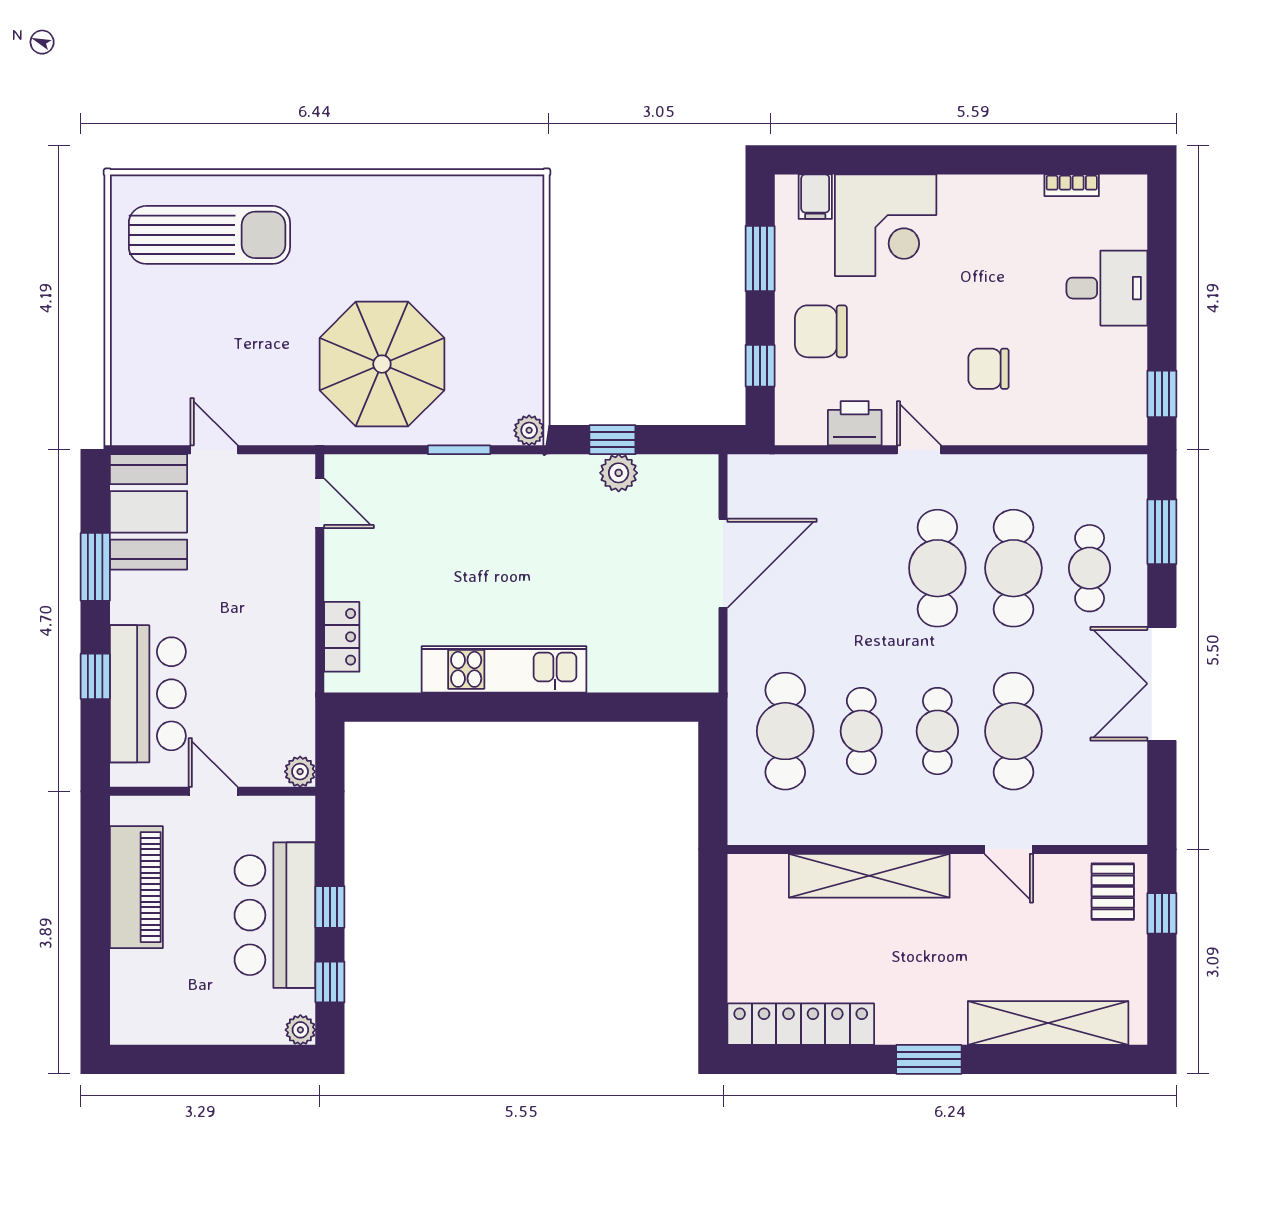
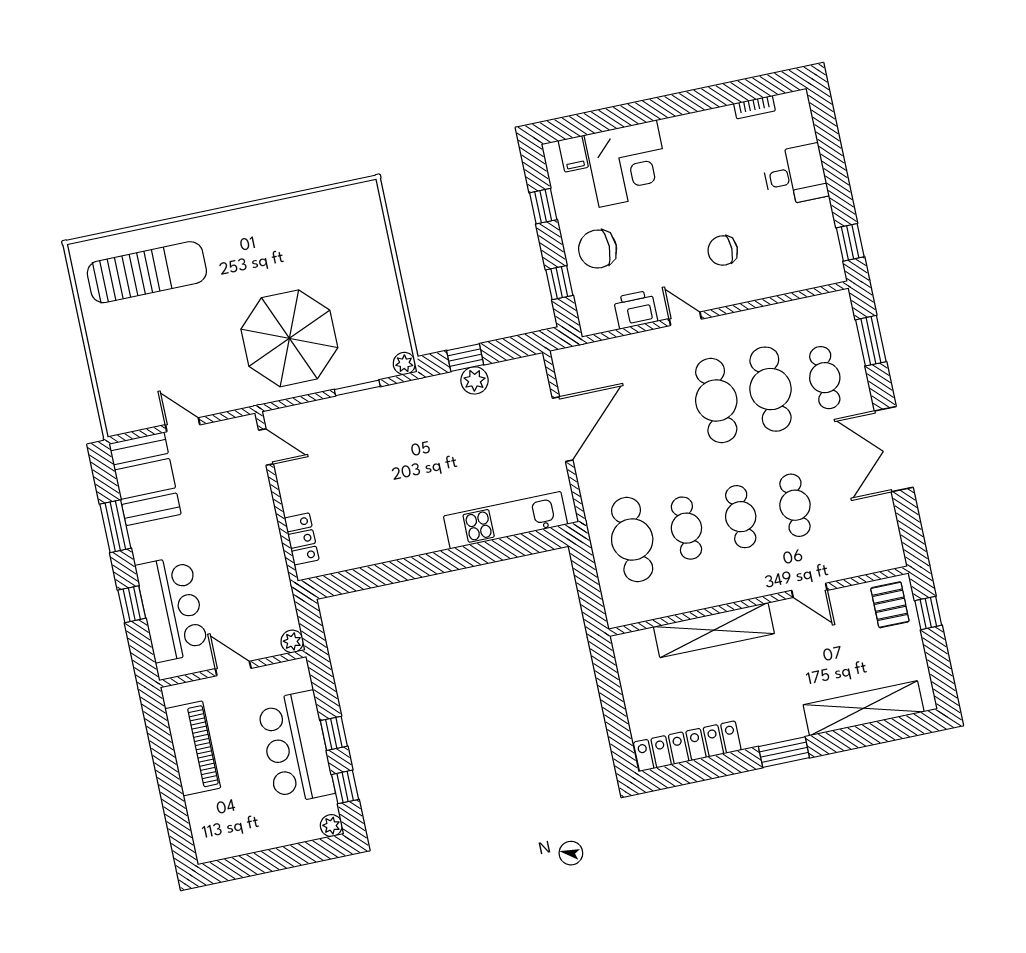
window: (760, 258) -> (543, 206), width x0.67
kitchen unit: (504, 669) -> (506, 520), moved
cafe table: (1013, 731) -> (795, 505), width x0.73, depth x0.74

